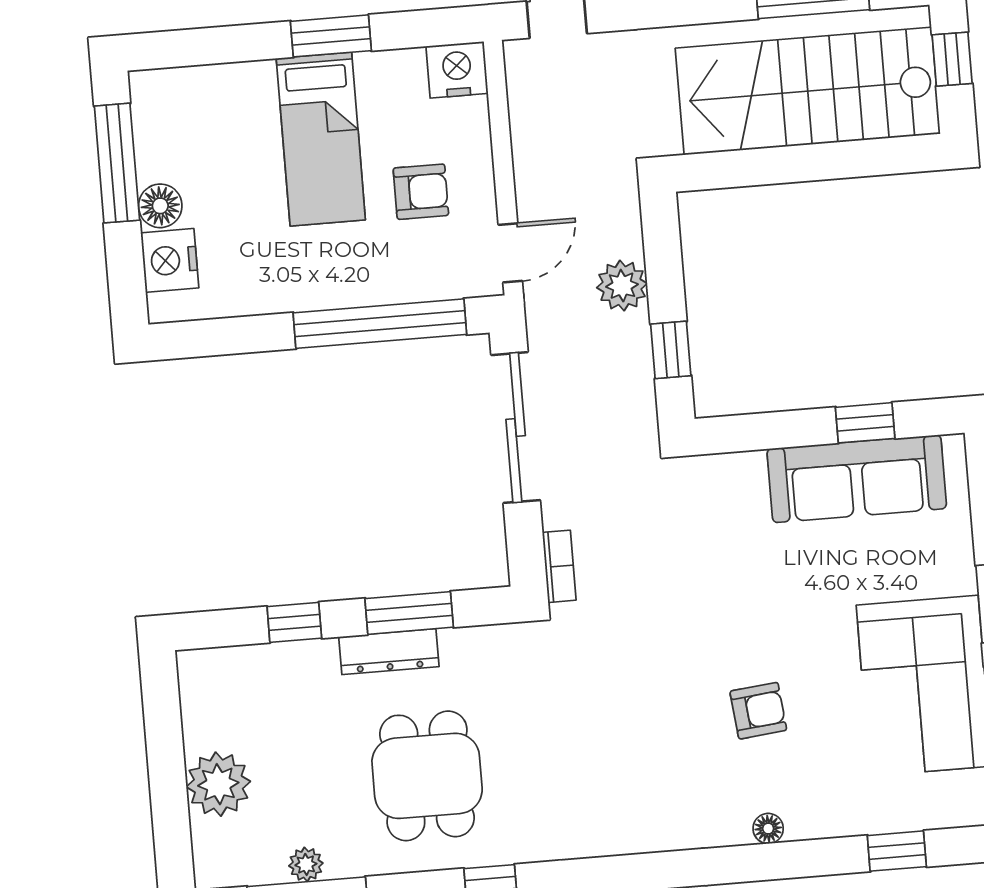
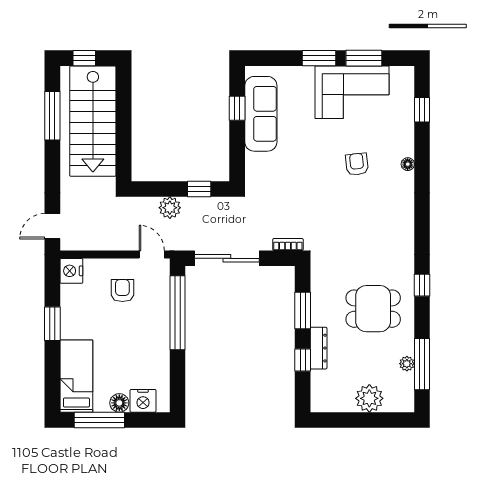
bed: (321, 139) -> (76, 376), moved, turned -90
dresser: (389, 652) -> (319, 348), moved

